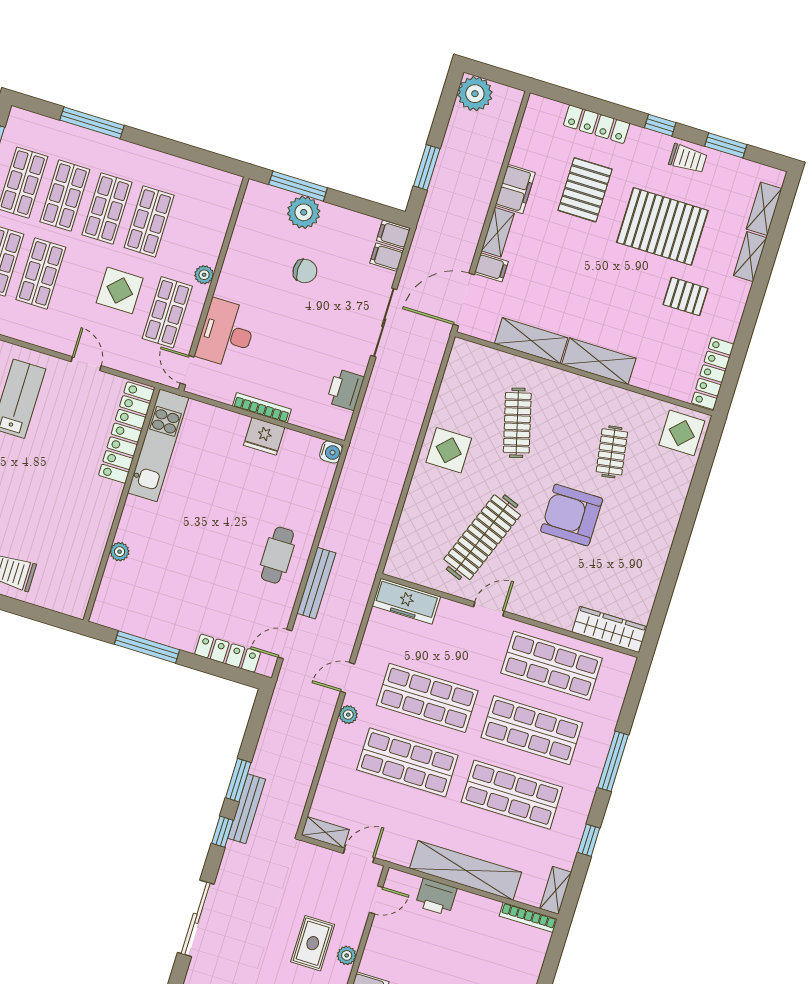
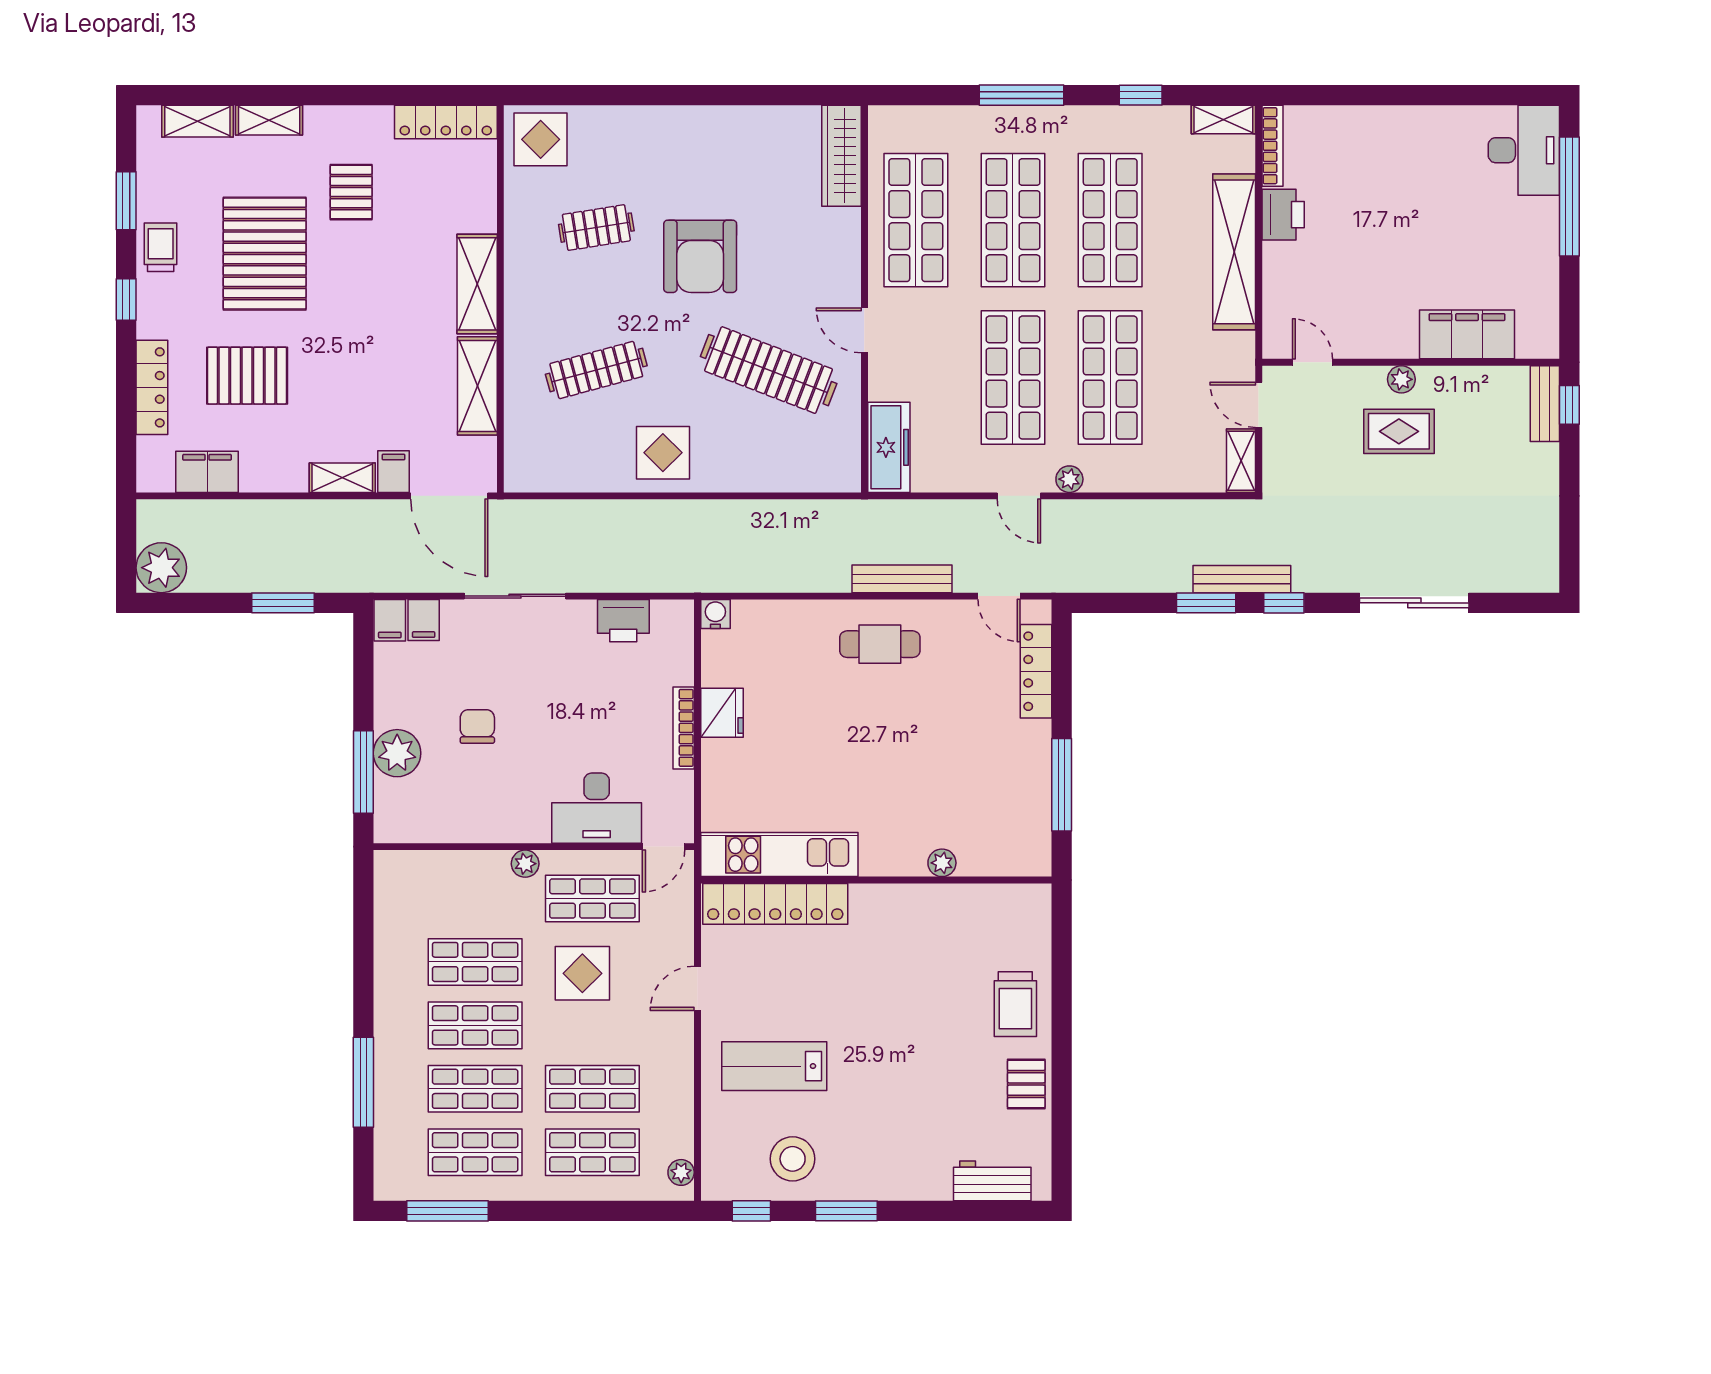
filing cabinet: (515, 189) -> (207, 472), moved
printer: (436, 897) -> (1283, 215), moved

